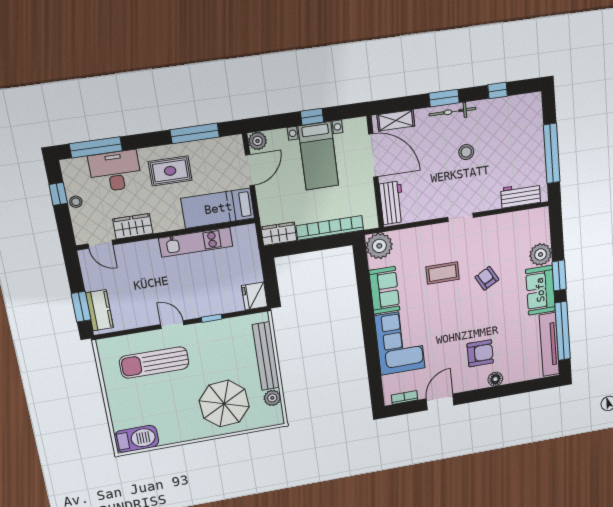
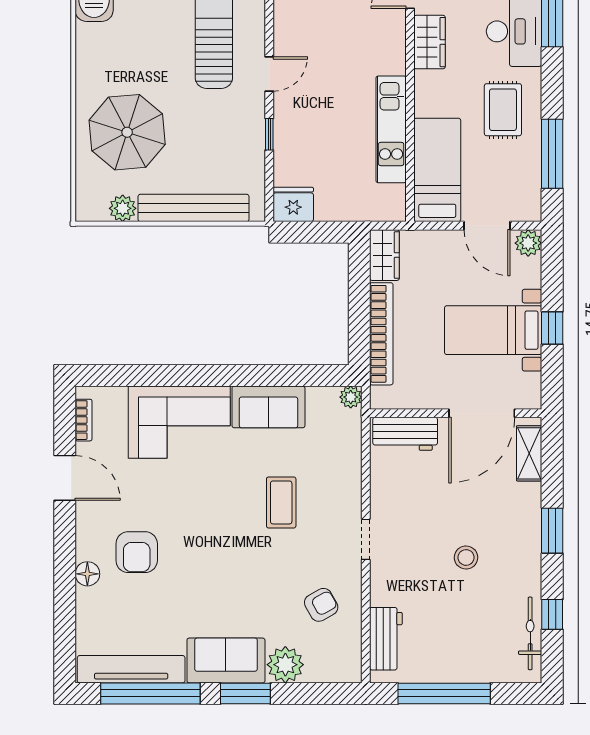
bicycle: (453, 112) -> (530, 633), moved
plant: (379, 246) -> (351, 397), width x0.53, depth x0.53
armchair: (487, 278) -> (321, 605), moved

